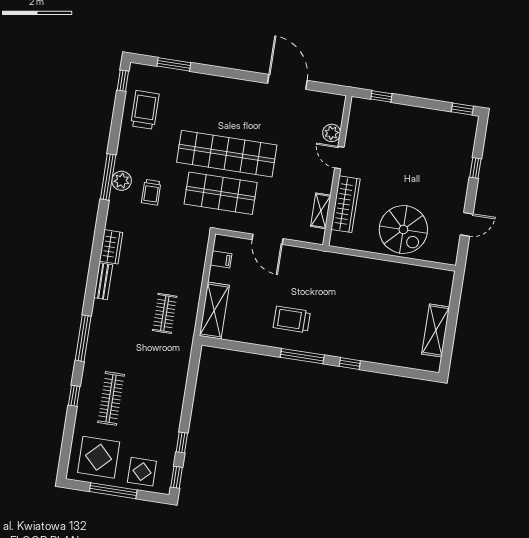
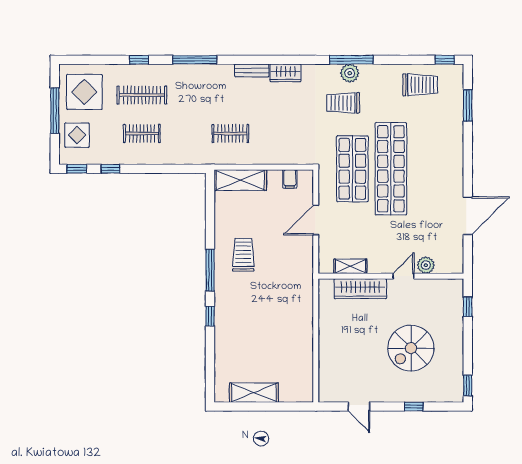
trolley: (151, 192) -> (343, 103), width x1.36, depth x1.39
spiral stairs: (403, 229) -> (411, 348), moved
clothes rail: (151, 405) -> (142, 133), added

